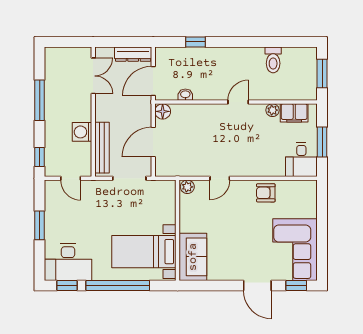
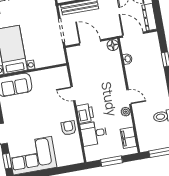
plant: (272, 110) -> (126, 112), moved
desk: (301, 160) -> (94, 133), moved
printer: (250, 166) -> (85, 113), added
plant: (187, 187) -> (63, 72), removed

